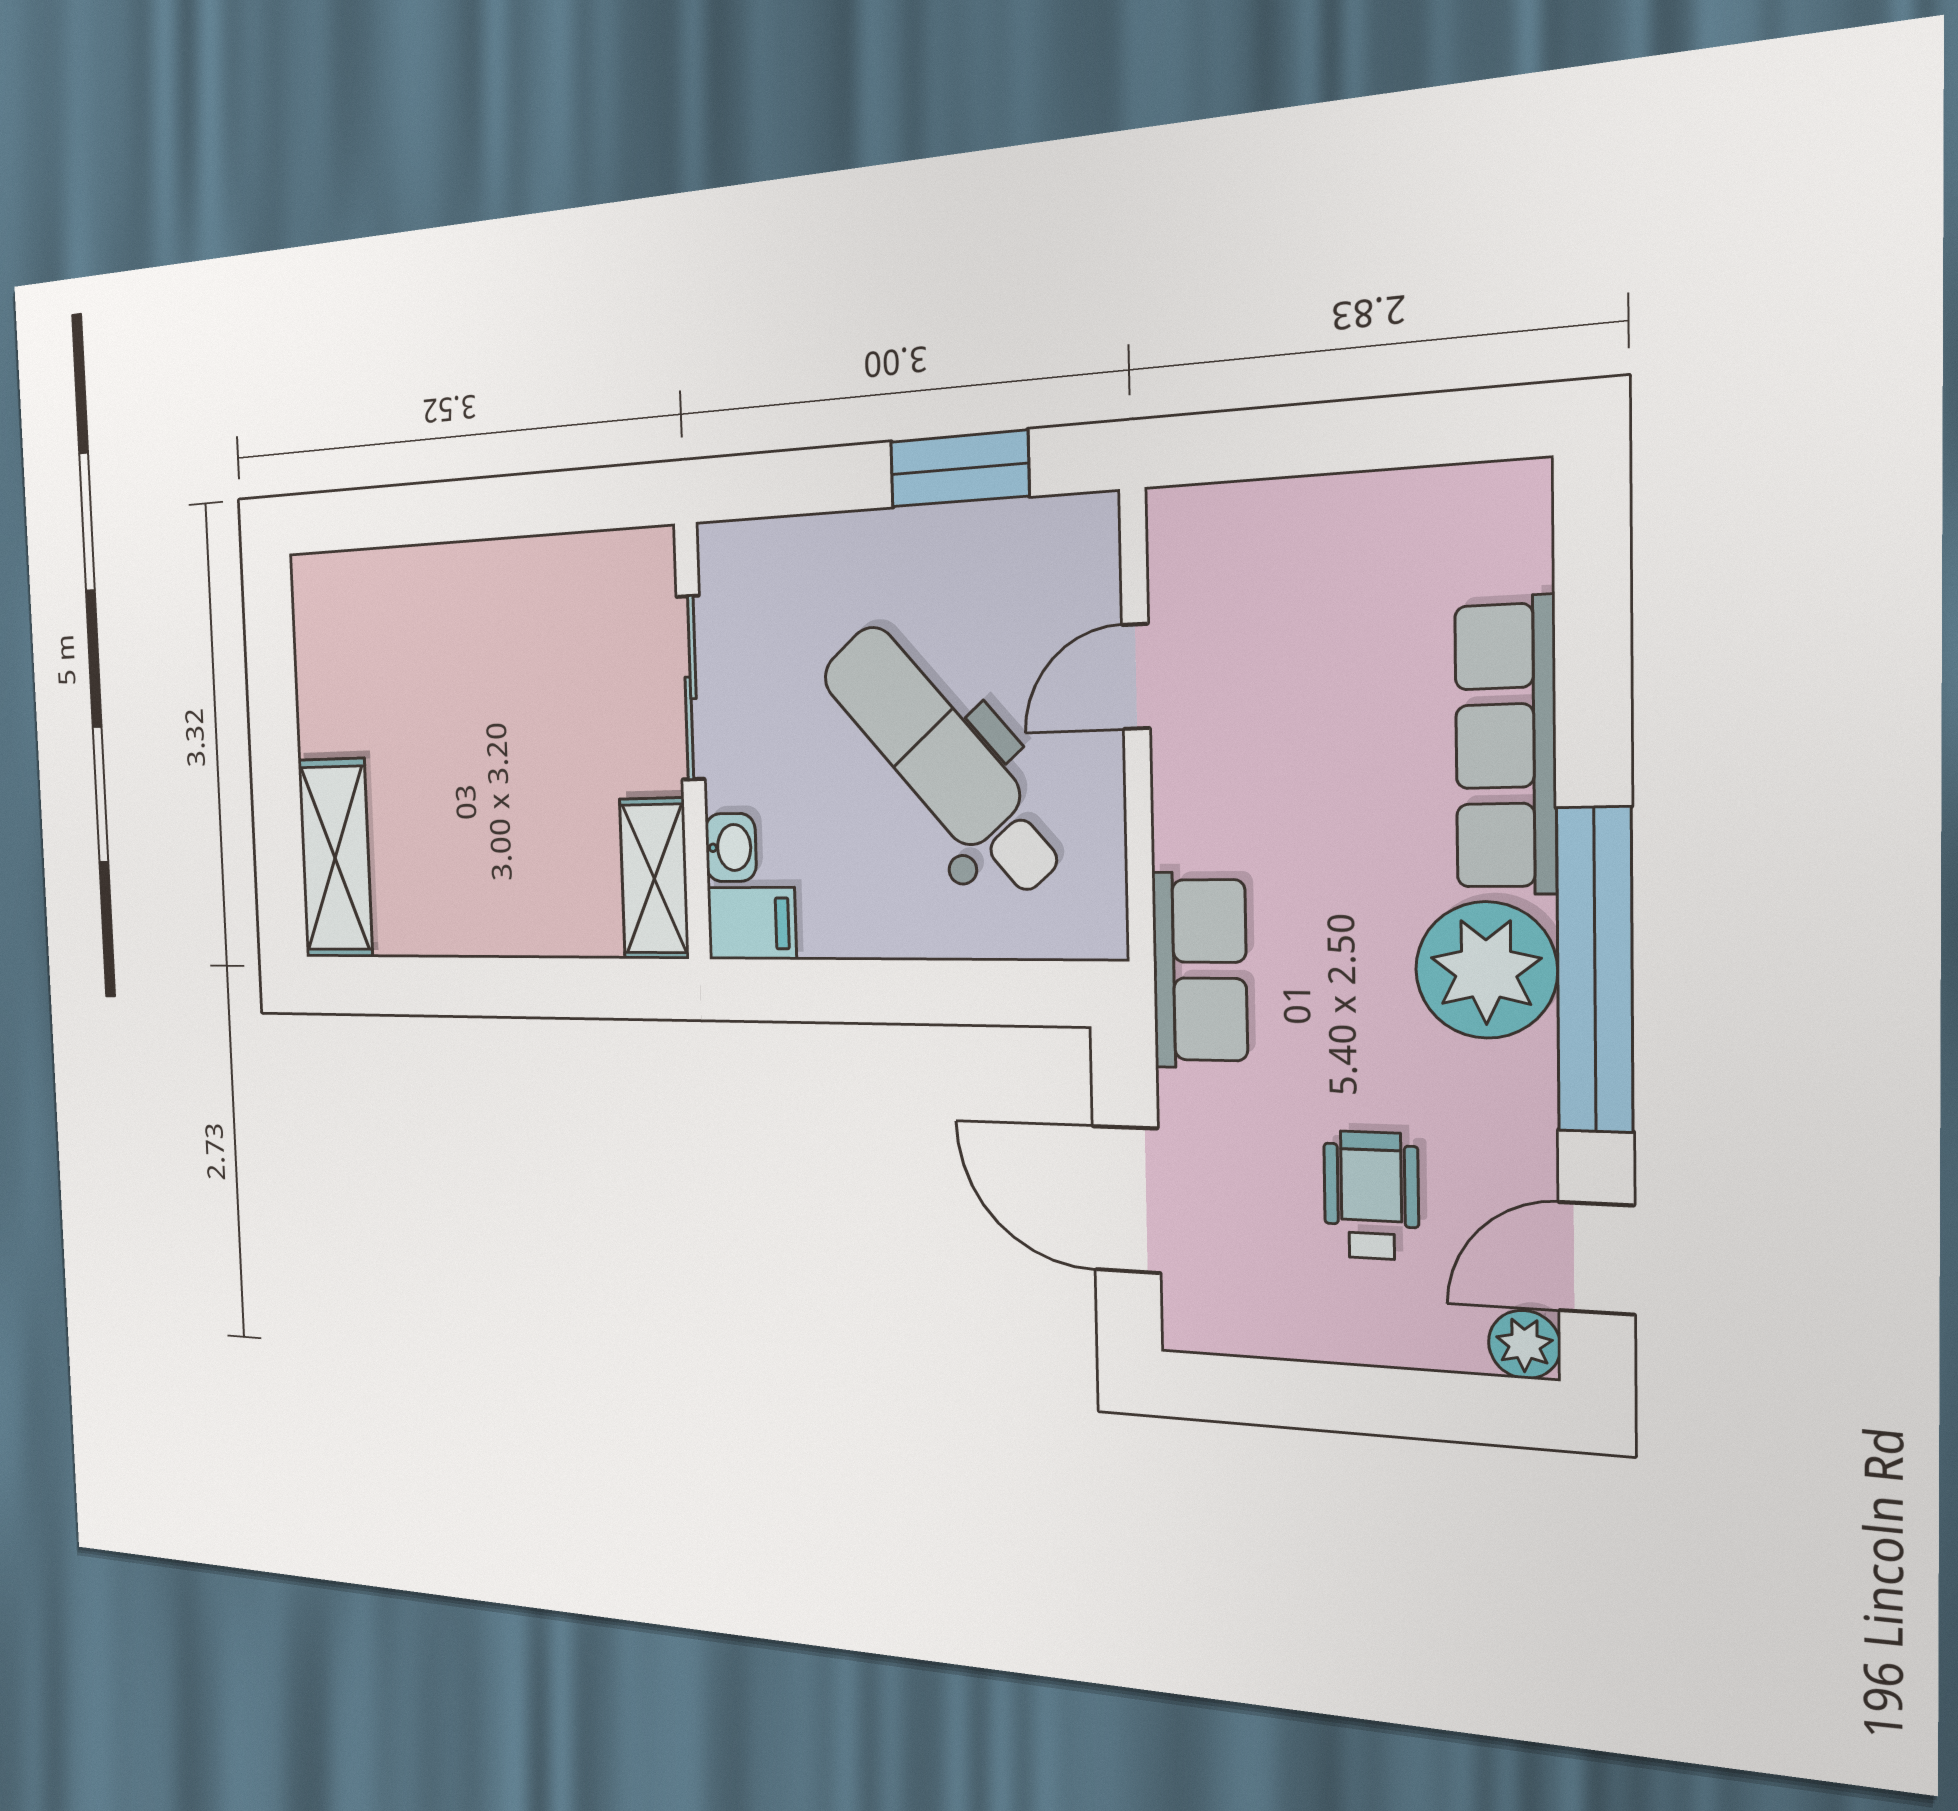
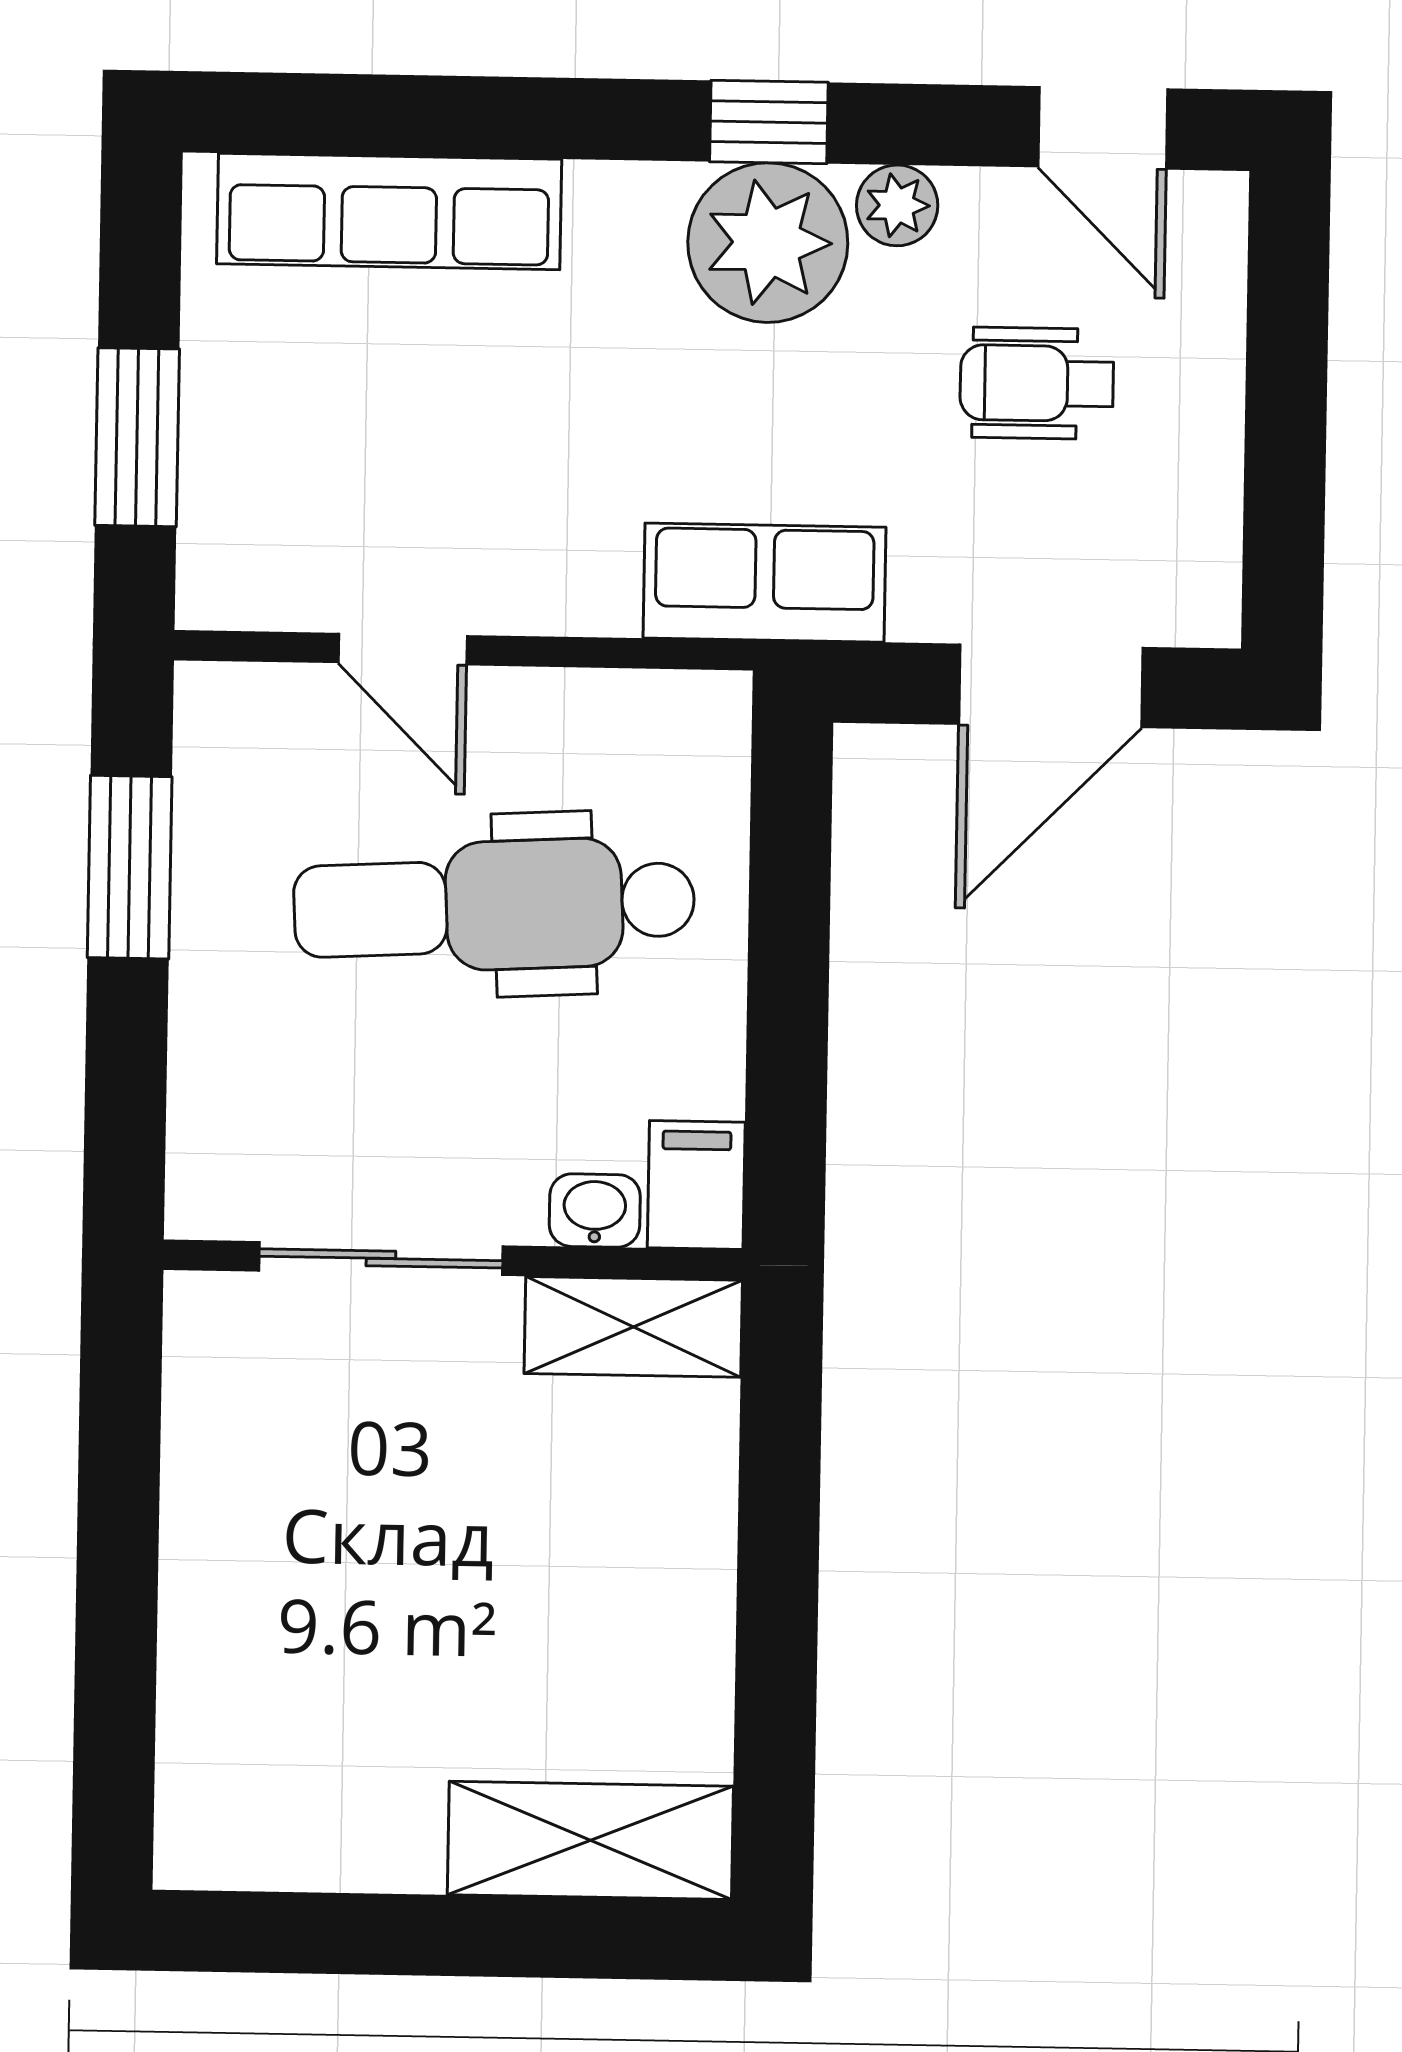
window: (1302, 440) -> (137, 437), added
row of seats: (1506, 746) -> (389, 211), moved
dental chair: (943, 761) -> (494, 906), turned 38
window: (1595, 970) -> (769, 122), width x0.32
plant: (1524, 1344) -> (897, 205), moved

